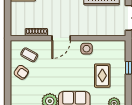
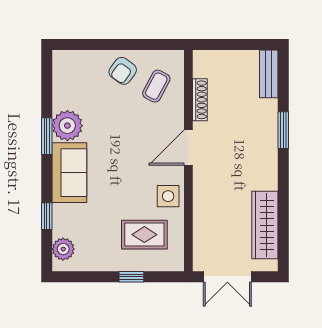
door: (61, 38) -> (188, 147), hinge flipped
rug: (102, 76) -> (144, 235), moved

